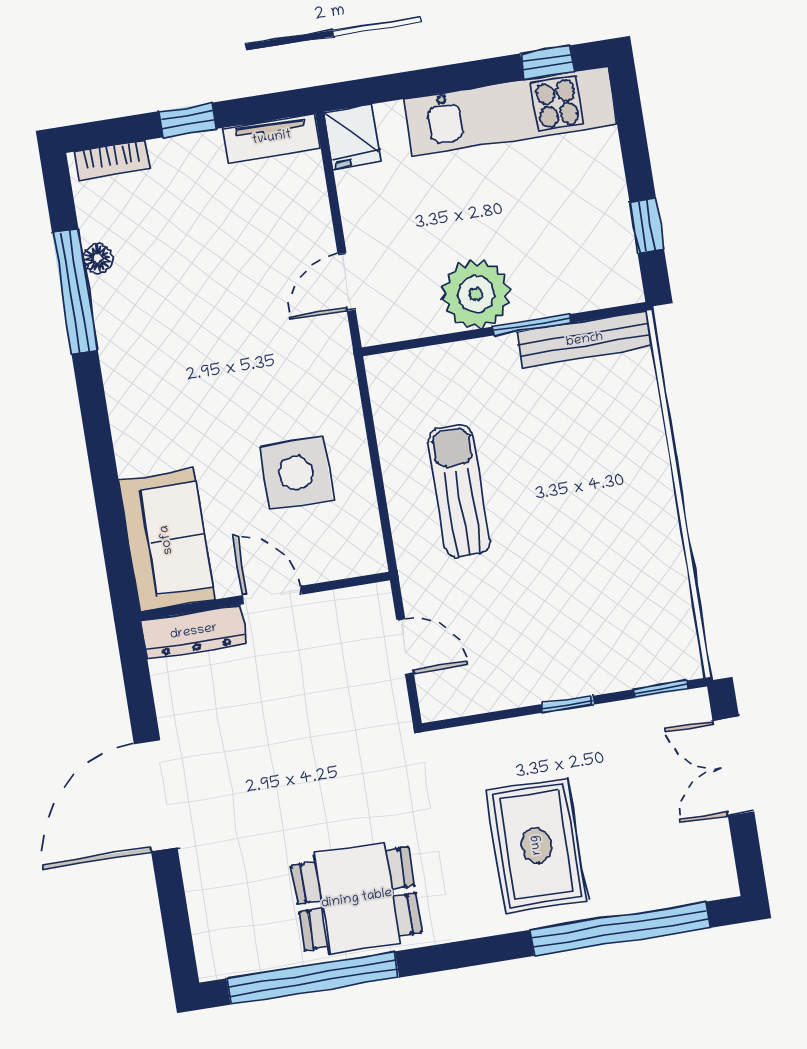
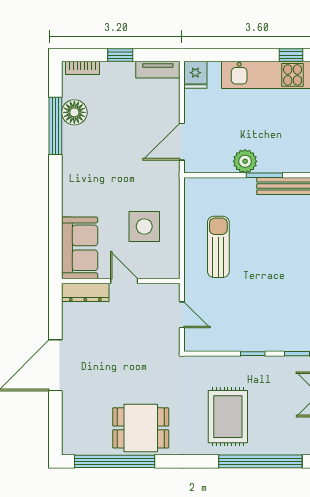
floor lamp: (98, 258) -> (74, 112), width x1.89, depth x1.89
door: (347, 282) -> (182, 142), width x1.38
plant: (476, 294) -> (245, 161), width x0.73, depth x0.73

